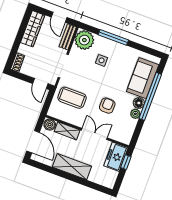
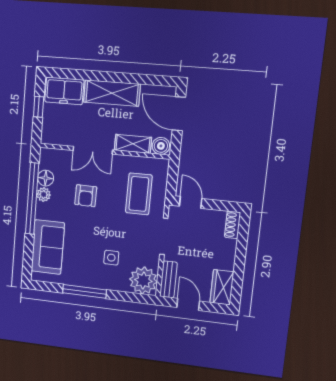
wardrobe: (33, 29) -> (222, 287), width x0.67
window: (113, 37) -> (84, 291), moved
window: (150, 96) -> (32, 199), moved
coffee table: (72, 98) -> (139, 194), turned 90
floor lamp: (139, 103) -> (46, 178), moved
freezer: (116, 157) -> (64, 91), moved, turned 90
window: (126, 162) -> (39, 107), moved

